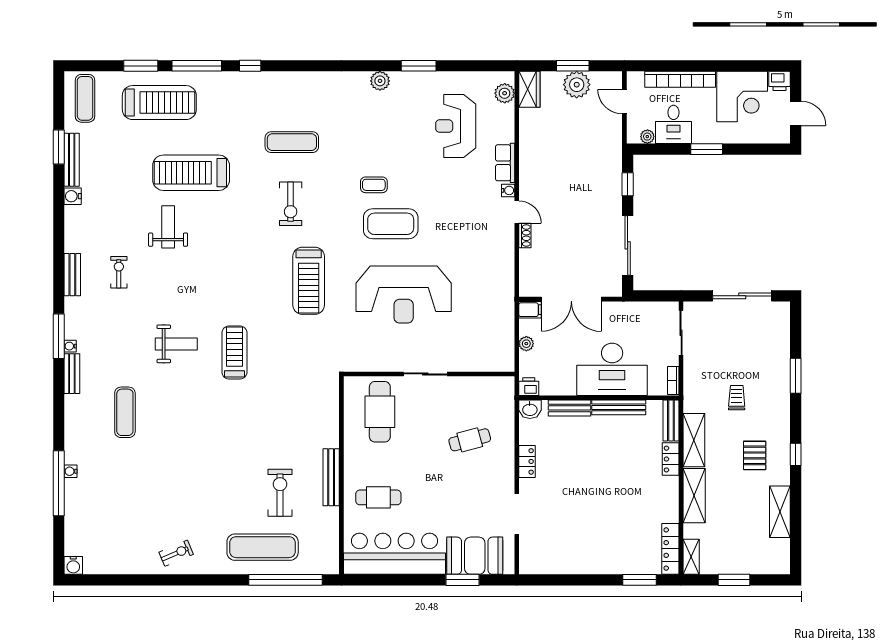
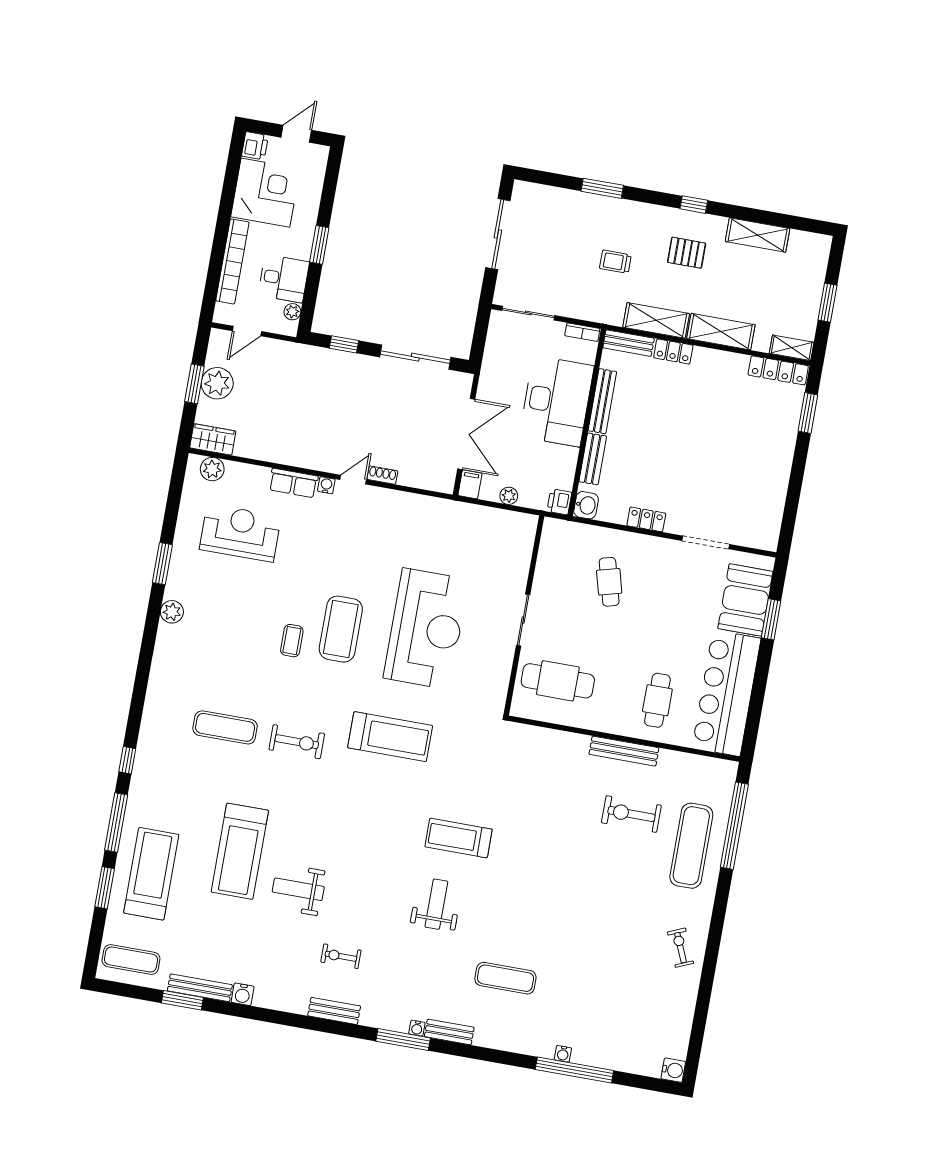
reception desk: (456, 126) -> (240, 533), turned 180
exercise mat: (292, 142) -> (225, 727), turned 90

